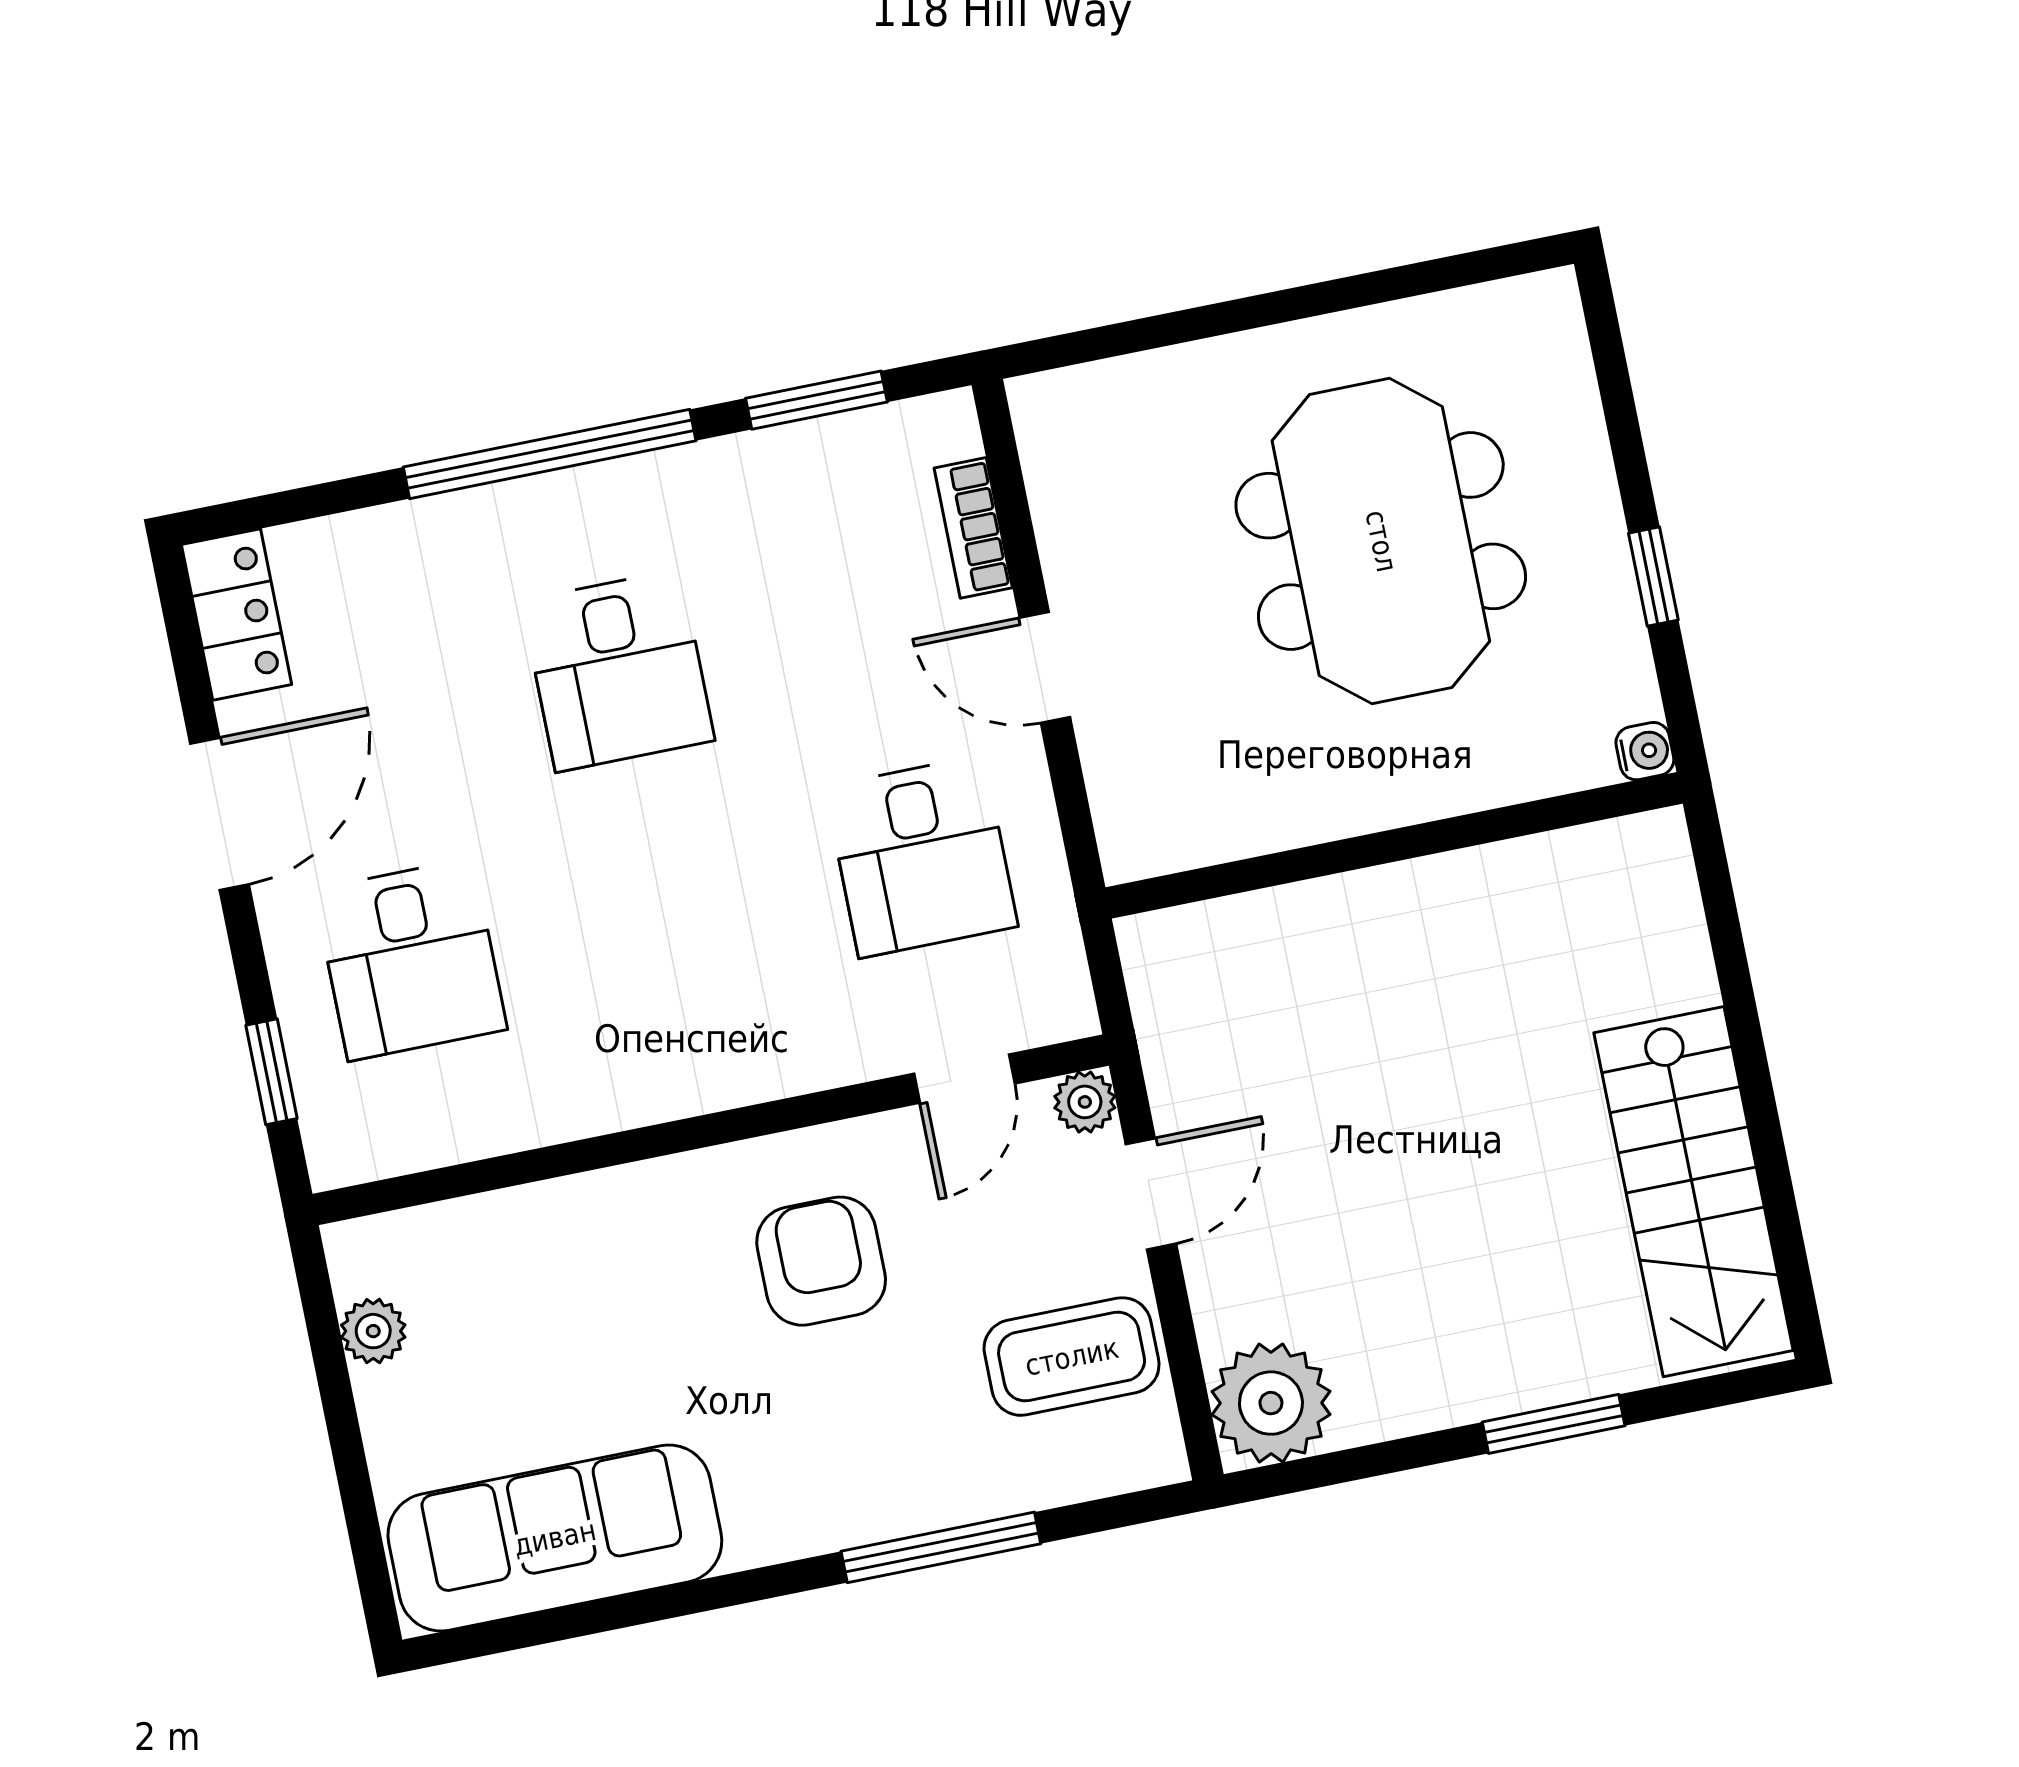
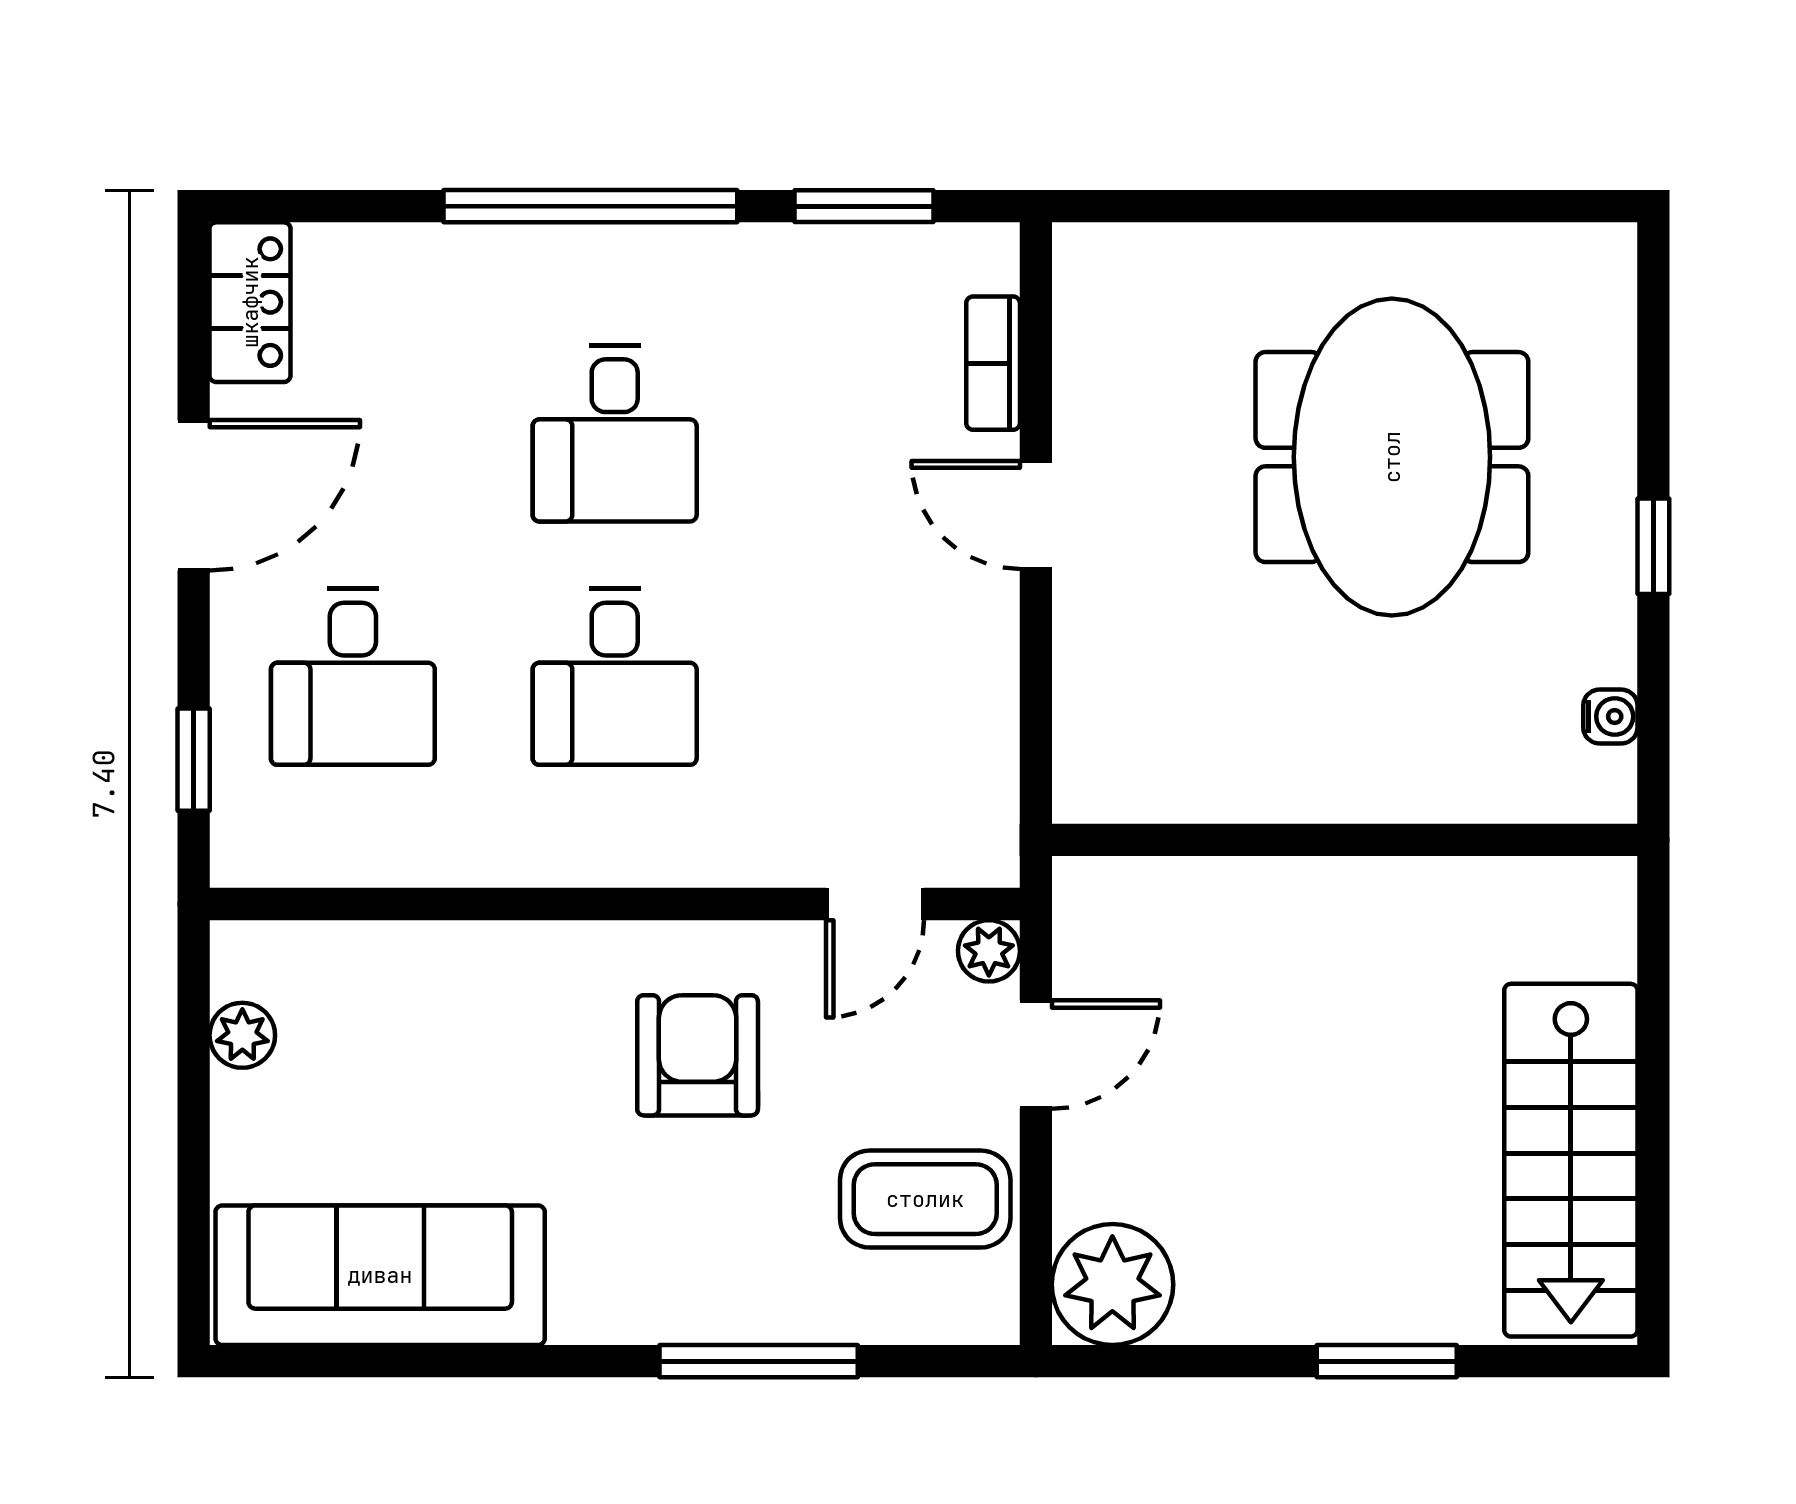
wall: (1394, 845) -> (1345, 840), moved
desk: (921, 857) -> (615, 677), moved

